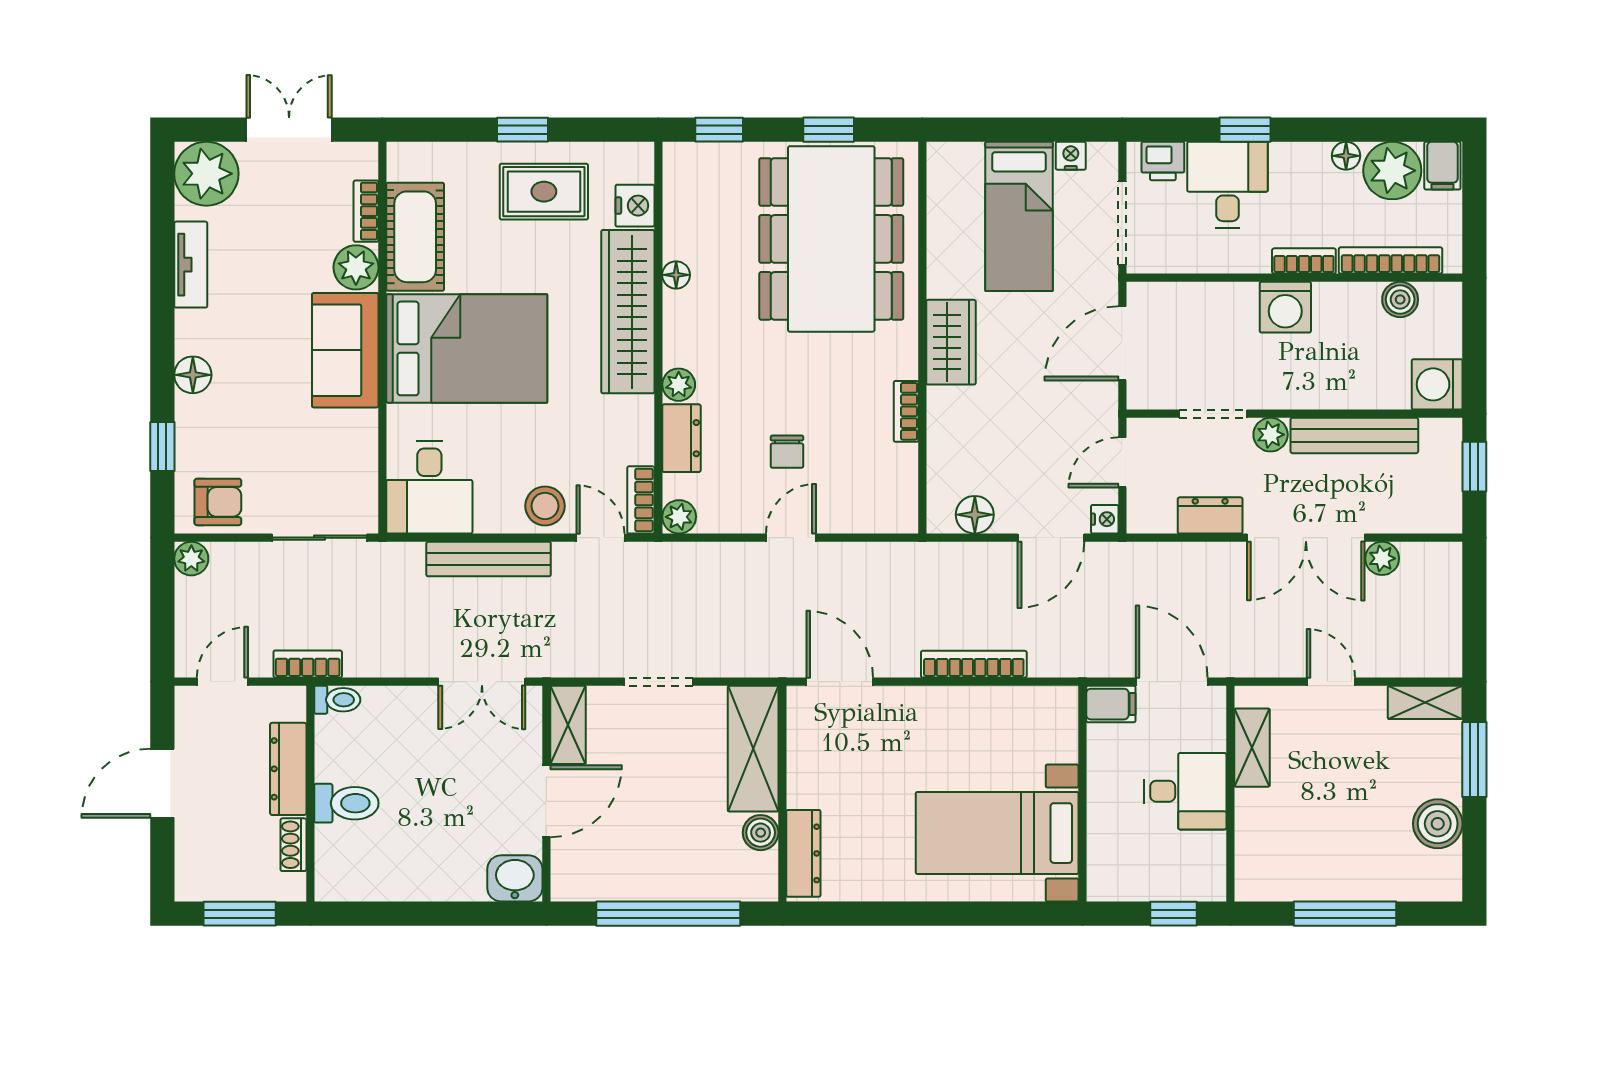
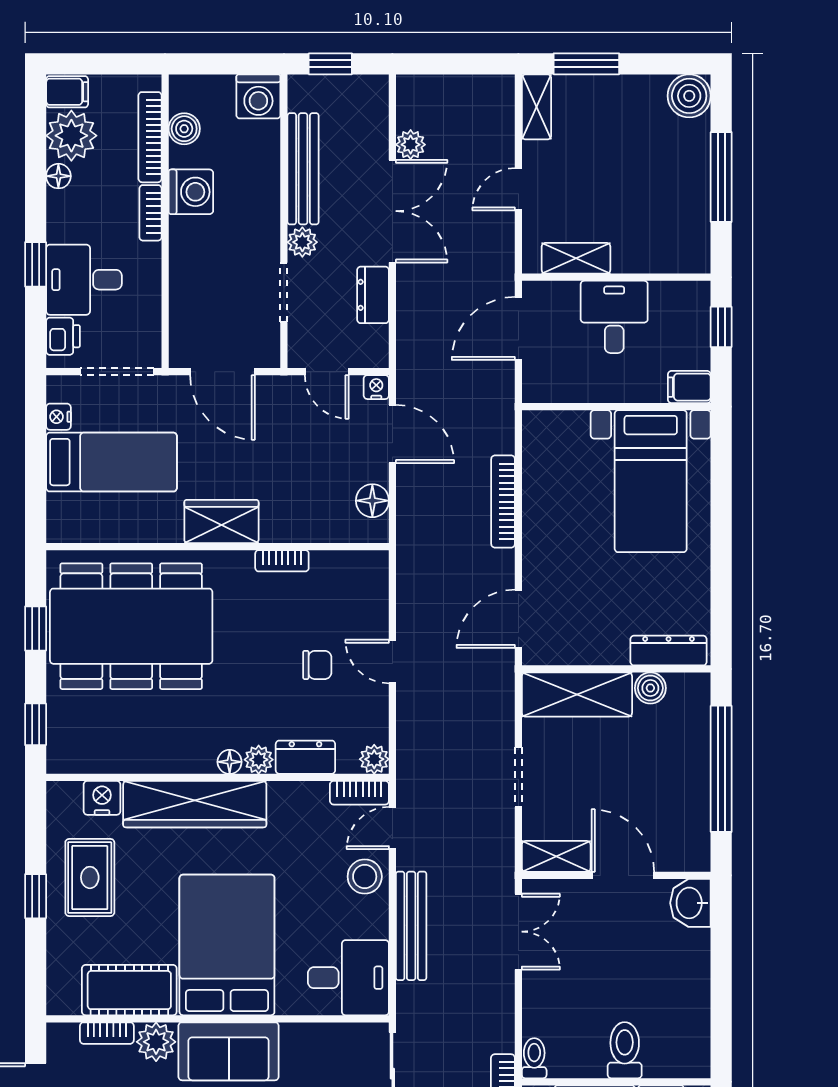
floor lamp: (676, 275) -> (230, 762), moved
washing machine: (1285, 307) -> (191, 192), moved
filing cabinet: (1111, 704) -> (689, 387), moved, turned -90
boiler: (1438, 824) -> (689, 96), moved

